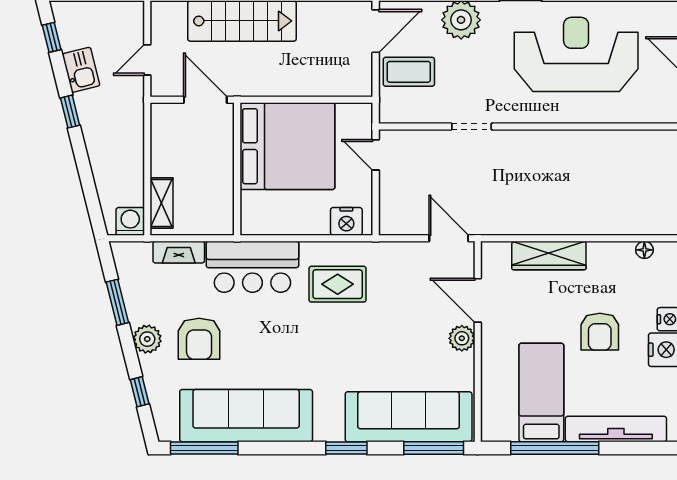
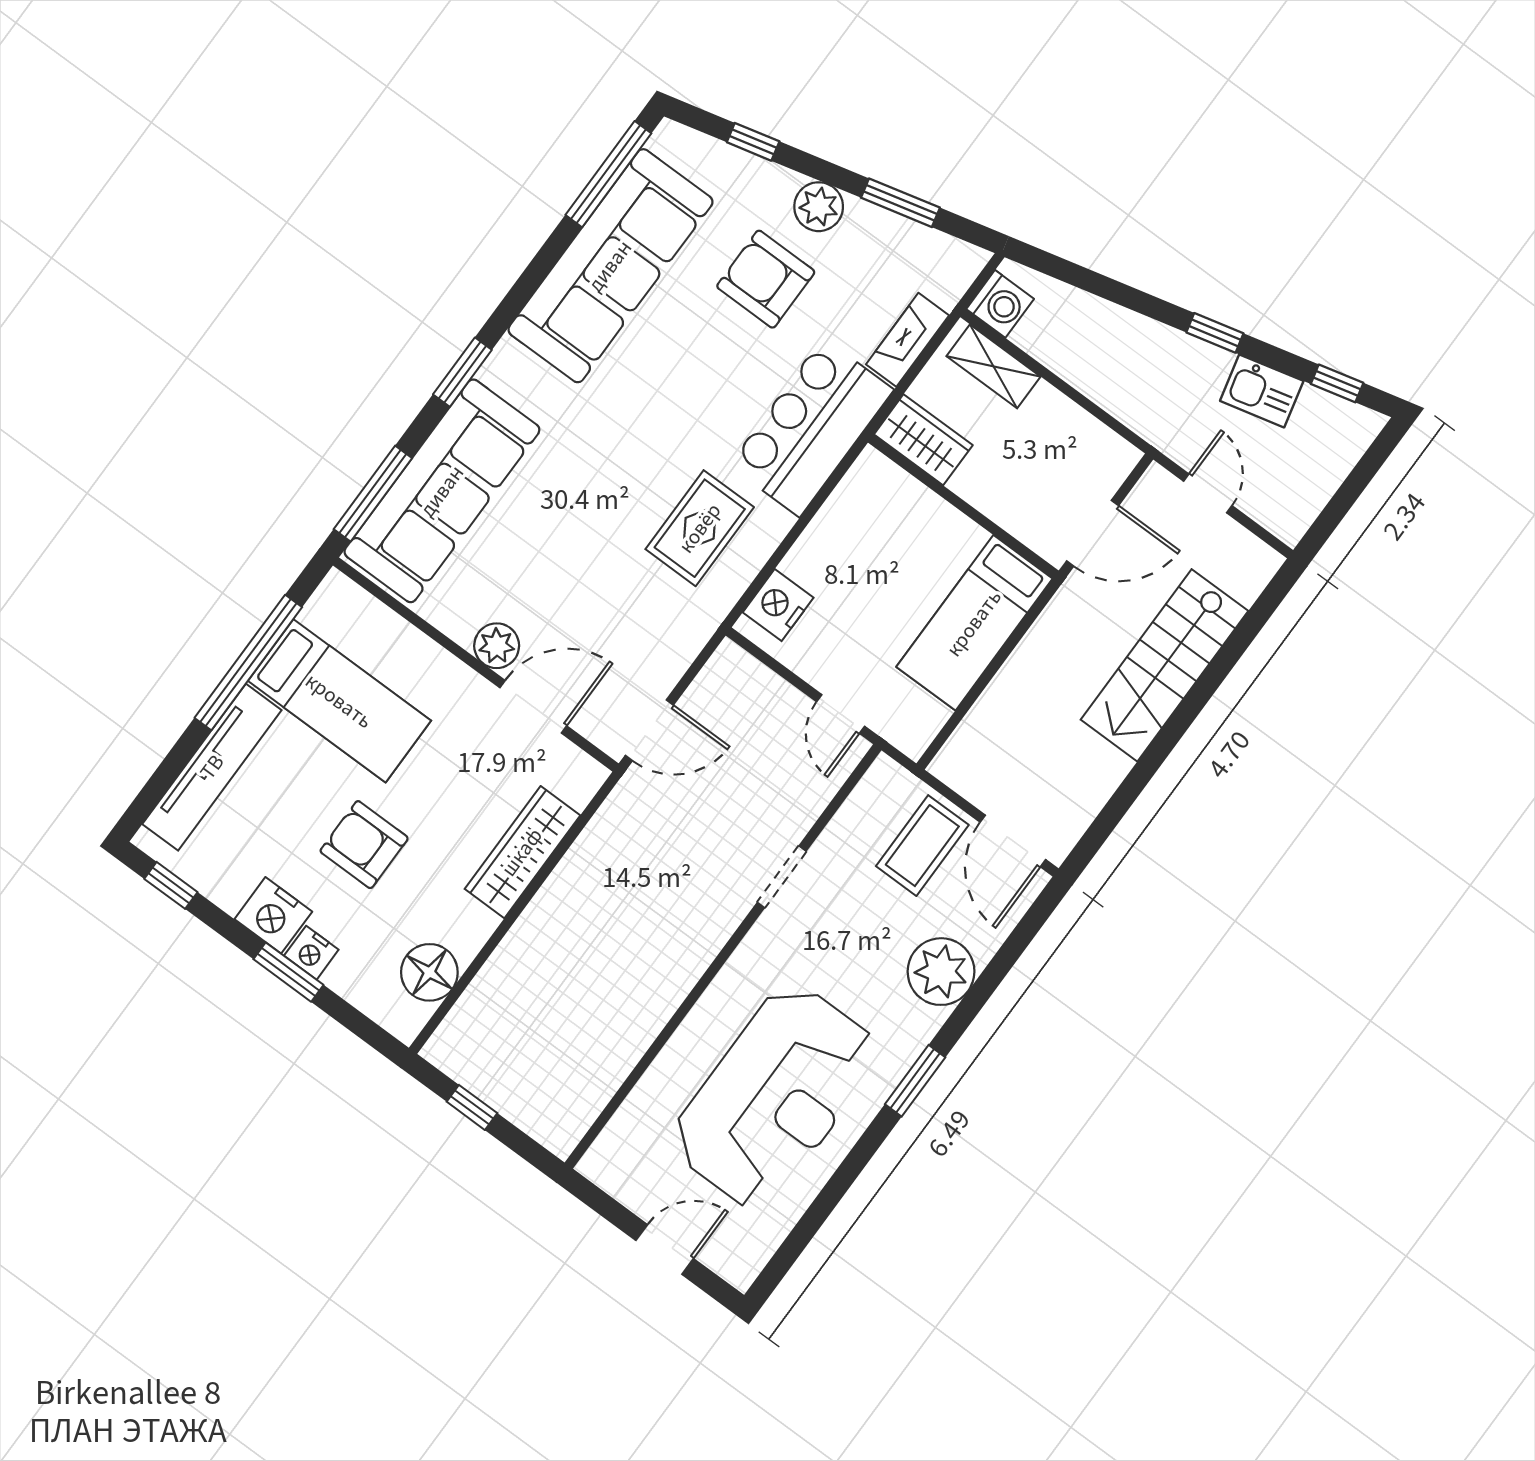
bed: (287, 146) -> (974, 623), width x0.49
door: (376, 155) -> (841, 714), swing flipped
wardrobe: (220, 210) -> (923, 440), added
floor lamp: (644, 250) -> (429, 972), width x1.89, depth x1.89

